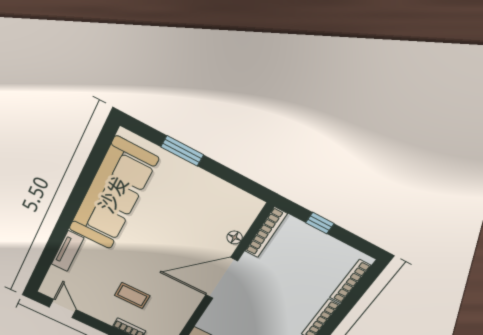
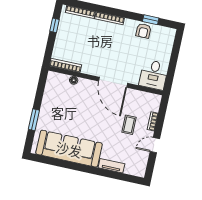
window: (320, 223) -> (54, 25), moved
door: (222, 278) -> (113, 82), moved
door: (63, 308) -> (155, 145), moved

